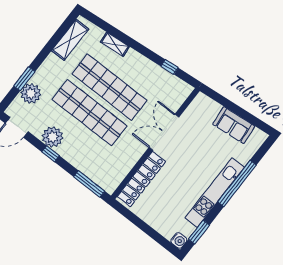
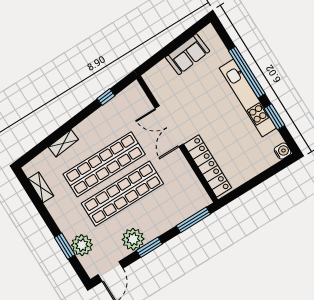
shelving: (70, 40) -> (41, 187), width x0.67, depth x0.75
window: (51, 154) -> (149, 247), width x1.50
window: (199, 232) -> (275, 117), moved

